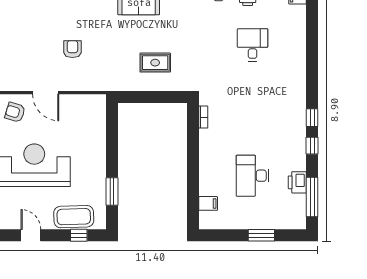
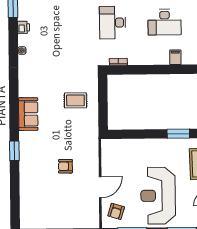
desk: (253, 45) -> (113, 23), moved, width x1.37
rug: (155, 63) -> (75, 100), turned 90
filing cabinet: (208, 203) -> (175, 57), moved

